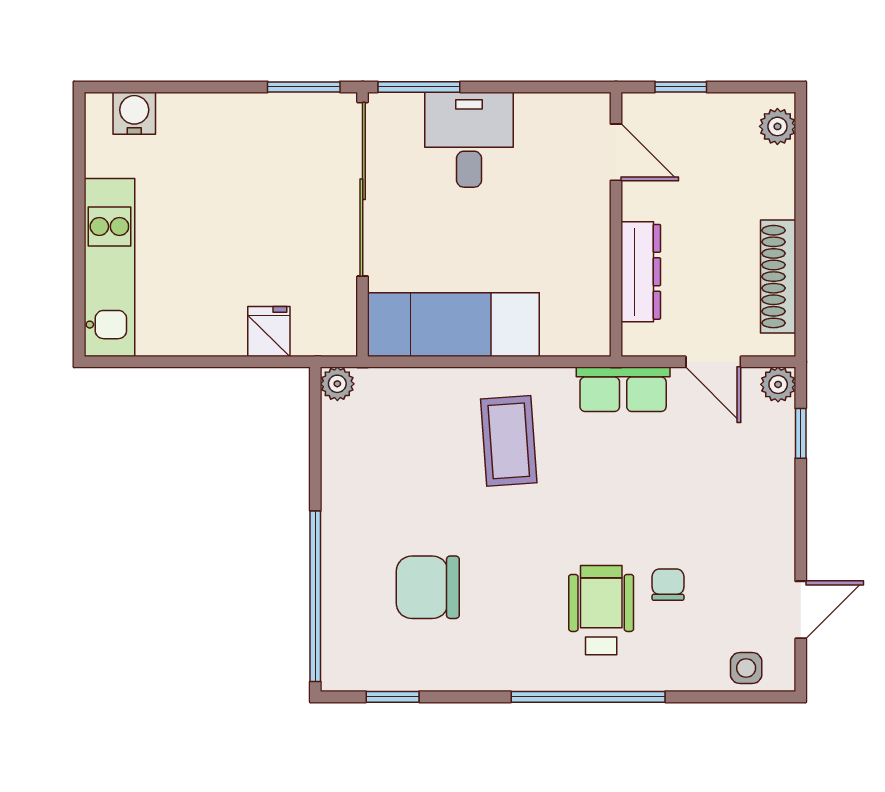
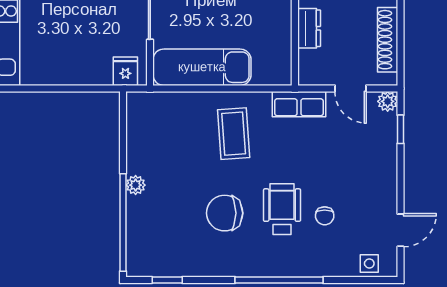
dresser: (641, 272) -> (309, 28), width x0.70
fridge: (269, 332) -> (125, 71), moved
plant: (337, 384) -> (136, 185), moved
chair: (668, 585) -> (325, 216), turned 180
chair: (428, 587) -> (225, 213), moved
wheelchair: (601, 610) -> (282, 209), moved

